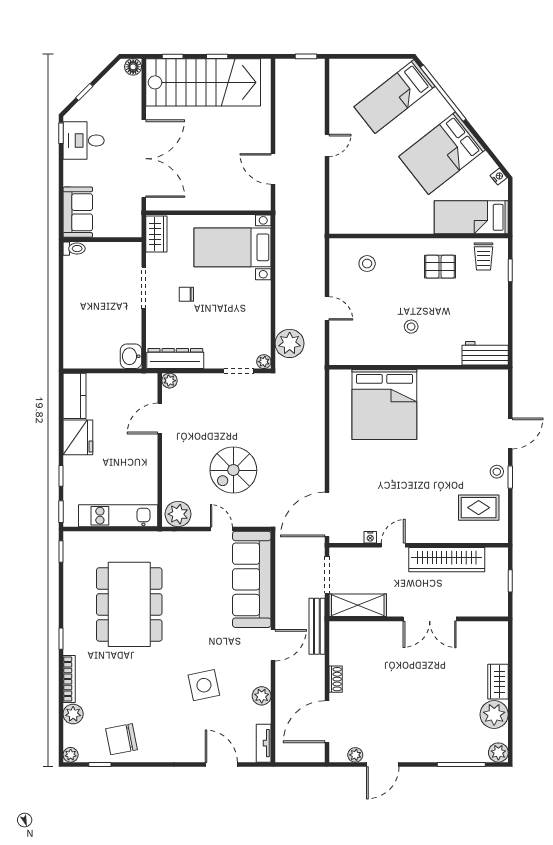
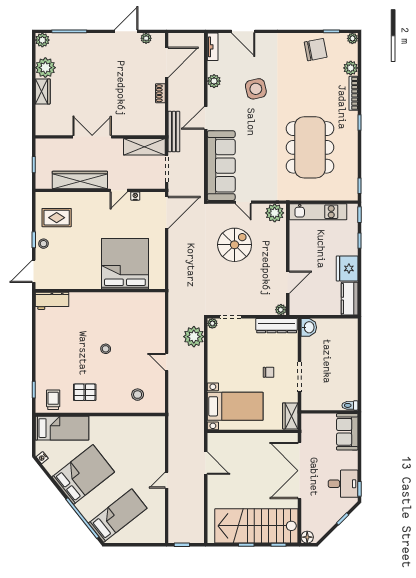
workbench: (485, 353) -> (52, 301), moved
wall: (419, 367) -> (100, 291), moved
bed: (384, 404) -> (125, 264), moved

